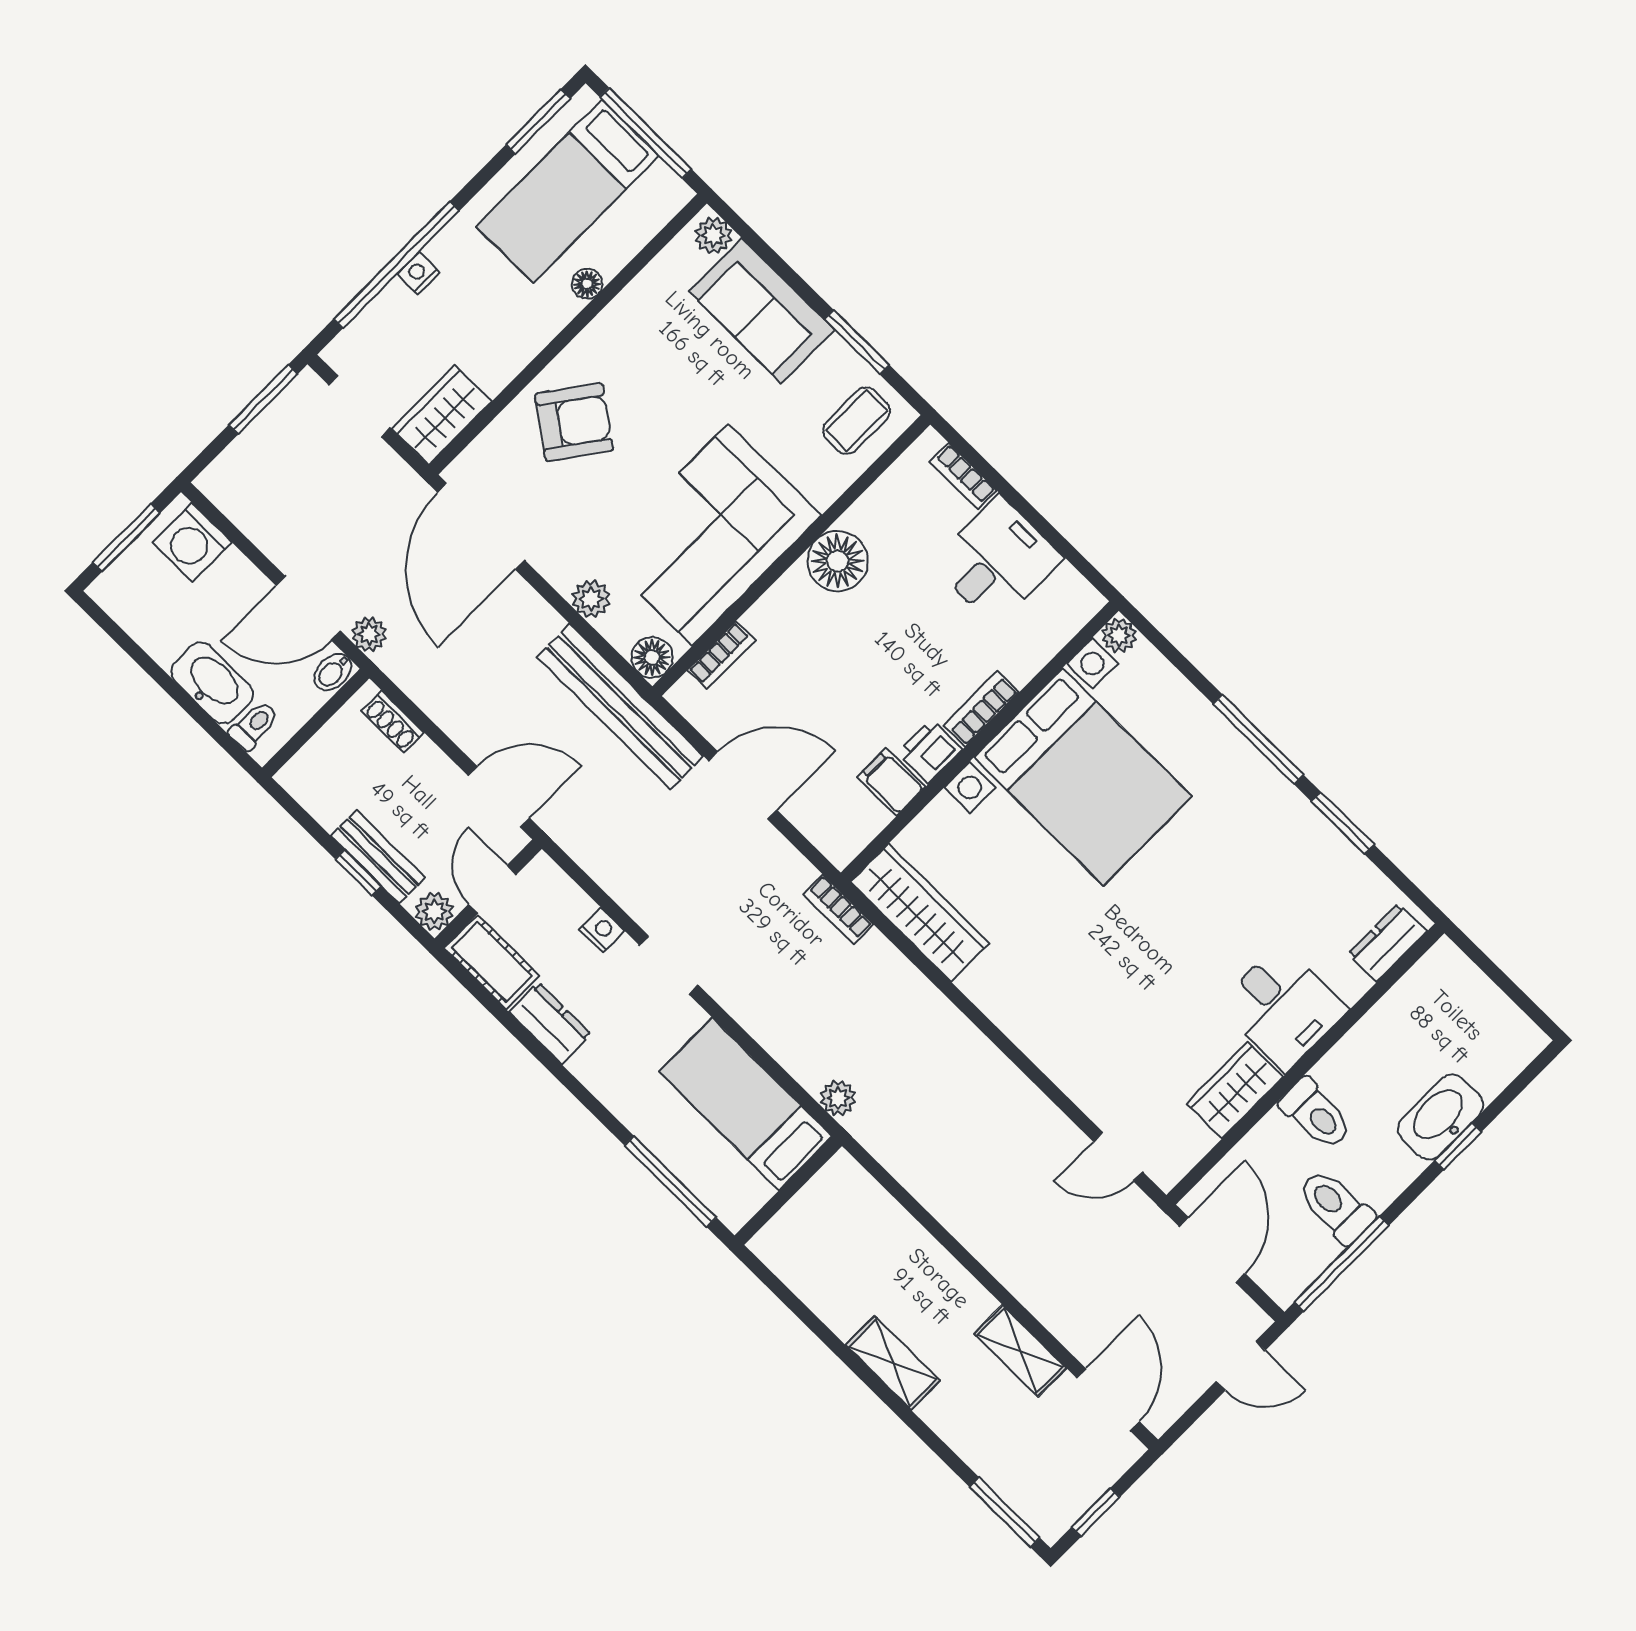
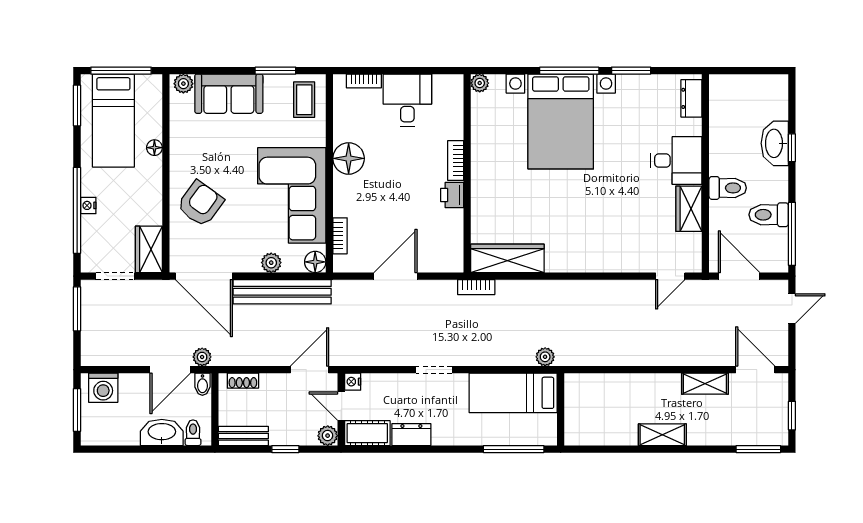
bench: (620, 706) -> (282, 292), moved
bed with nightstands: (1083, 777) -> (561, 121), moved, turned 90
filing cabinet: (891, 782) -> (449, 220), removed
bench: (378, 857) -> (243, 436), moved
nightstand: (602, 930) -> (353, 382), moved, turned -90

